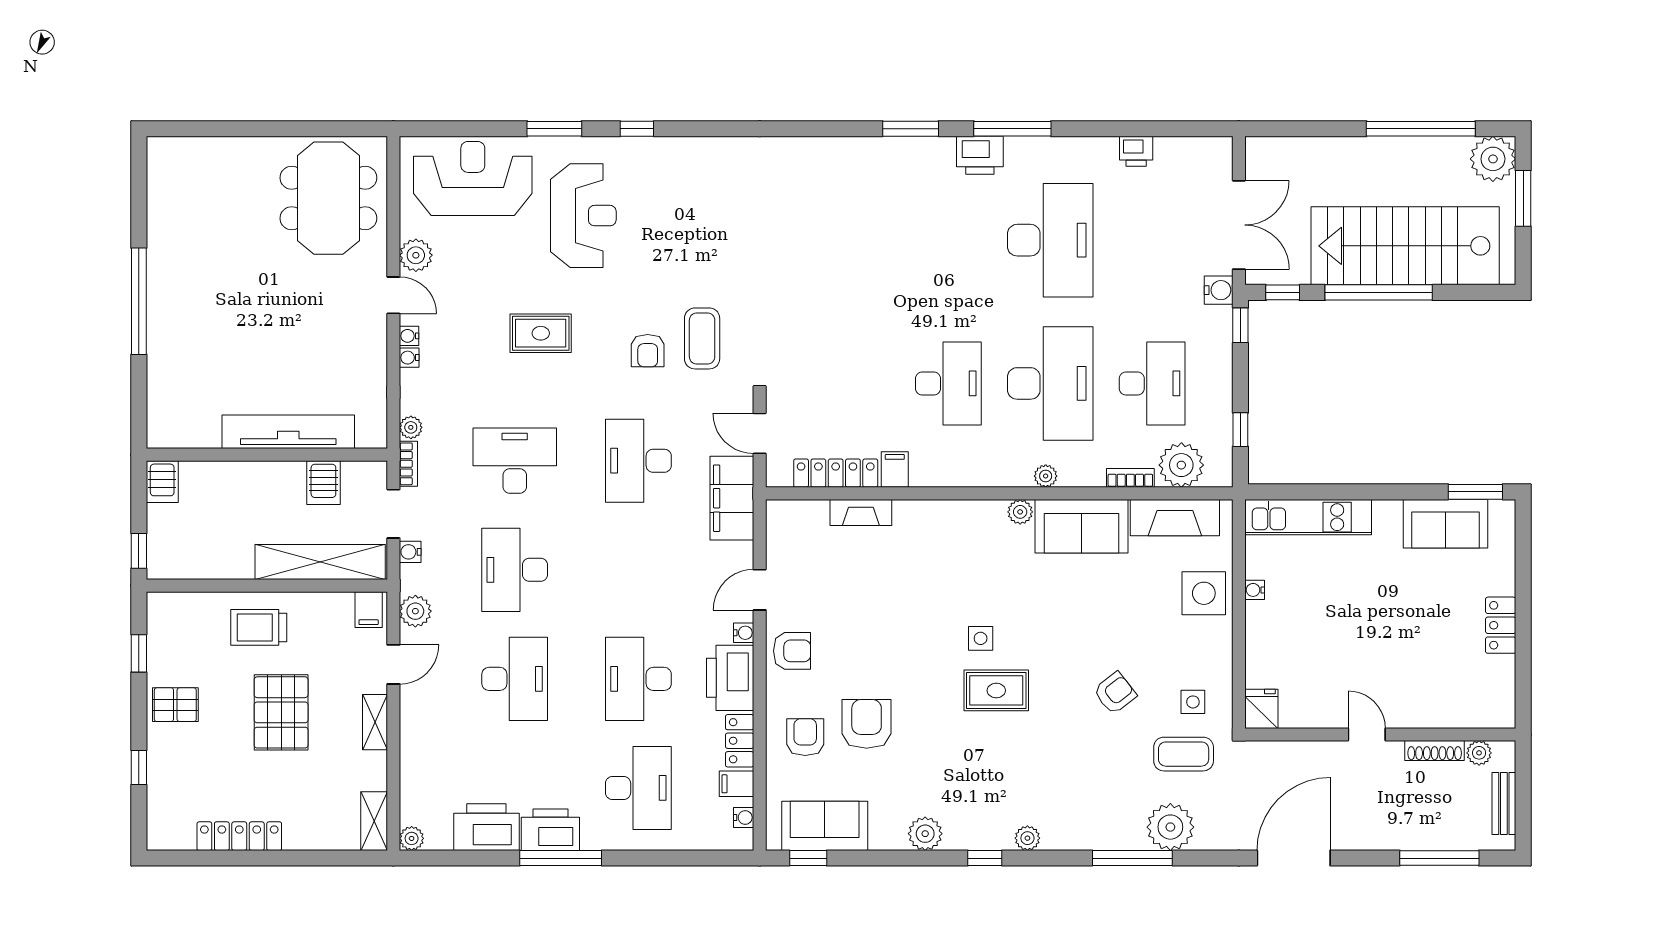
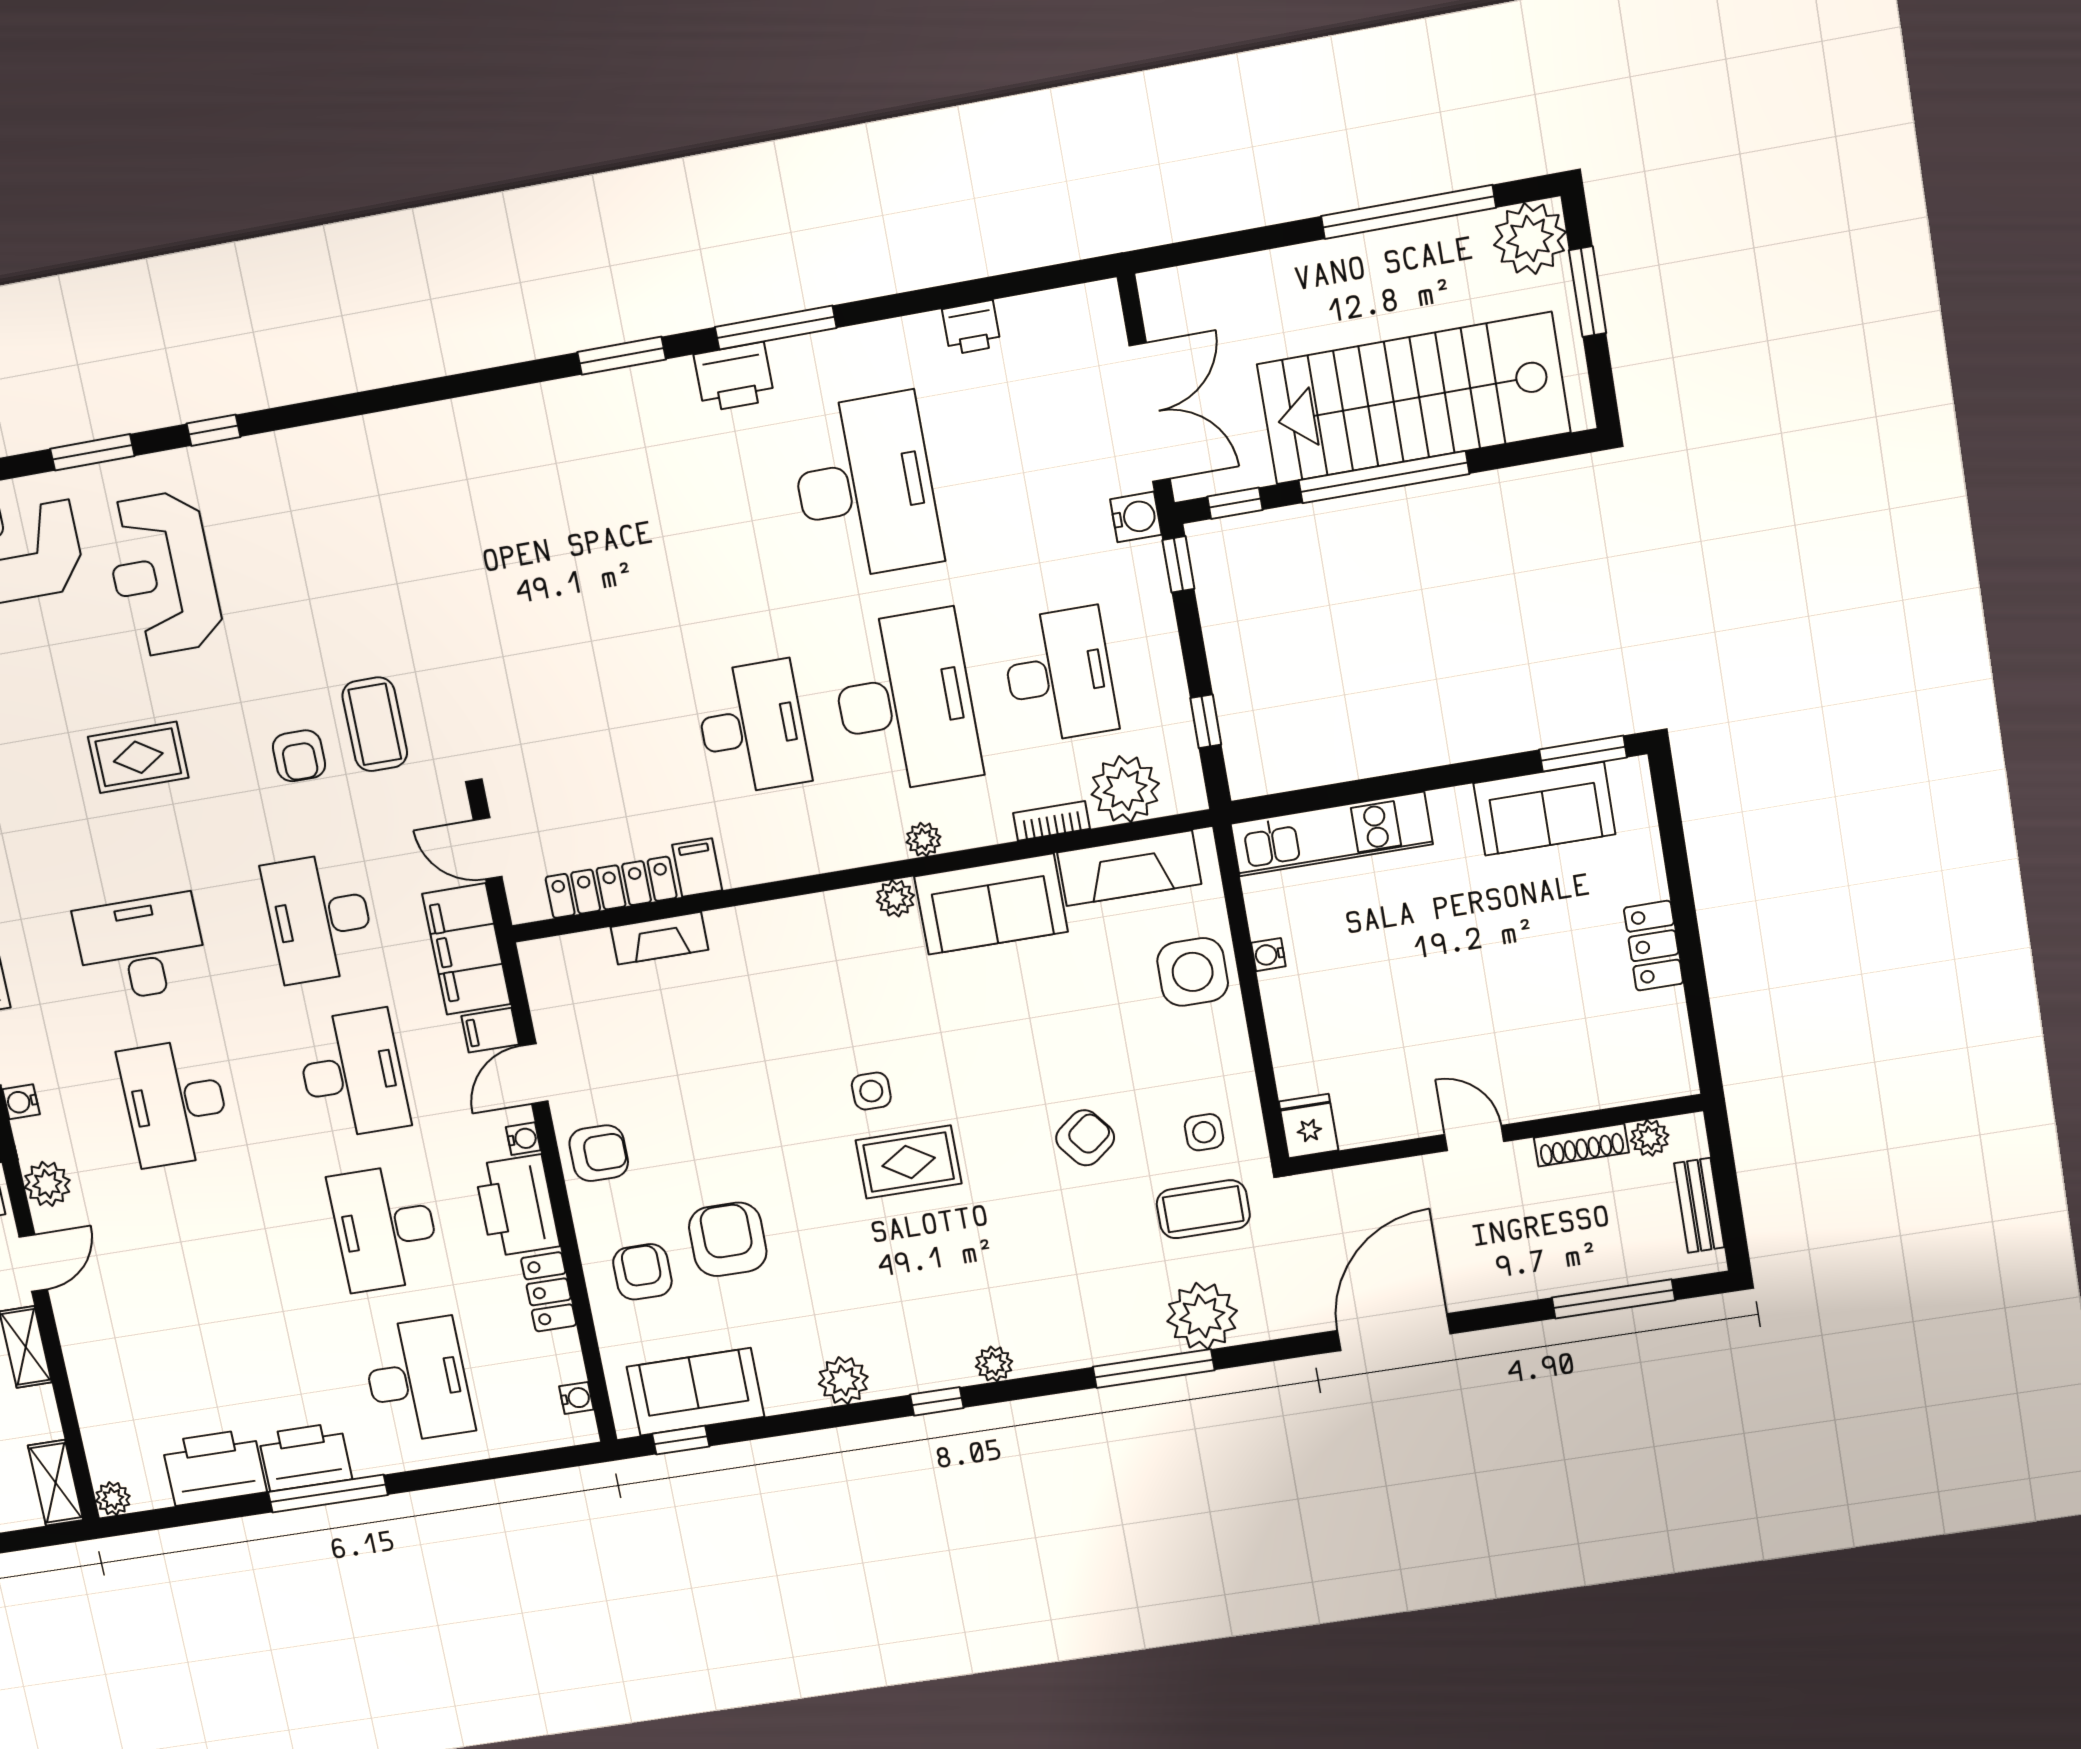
reception desk: (583, 216) -> (163, 574), turned 180
desk: (515, 679) -> (352, 1074), moved
filing cabinet: (736, 784) -> (490, 1030), moved

